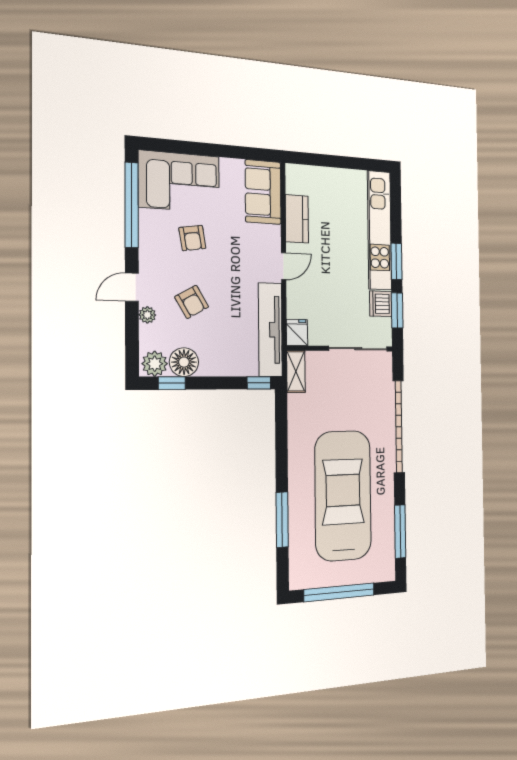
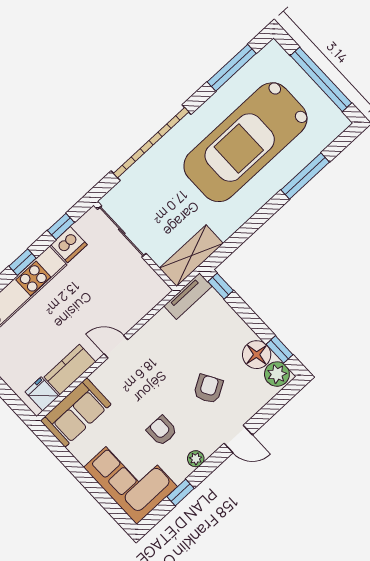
window: (132, 205) -> (181, 493), width x0.32
armchair: (192, 238) -> (162, 431), turned -81
window: (396, 261) -> (22, 262), width x0.67
window: (397, 310) -> (61, 226), width x0.67
plant: (147, 315) -> (196, 459), moved
tv unit: (270, 330) -> (188, 296), width x0.52, depth x0.78
fridge: (297, 332) -> (42, 394), moved, turned 90
shelving: (296, 371) -> (191, 256), width x1.50, depth x1.33

